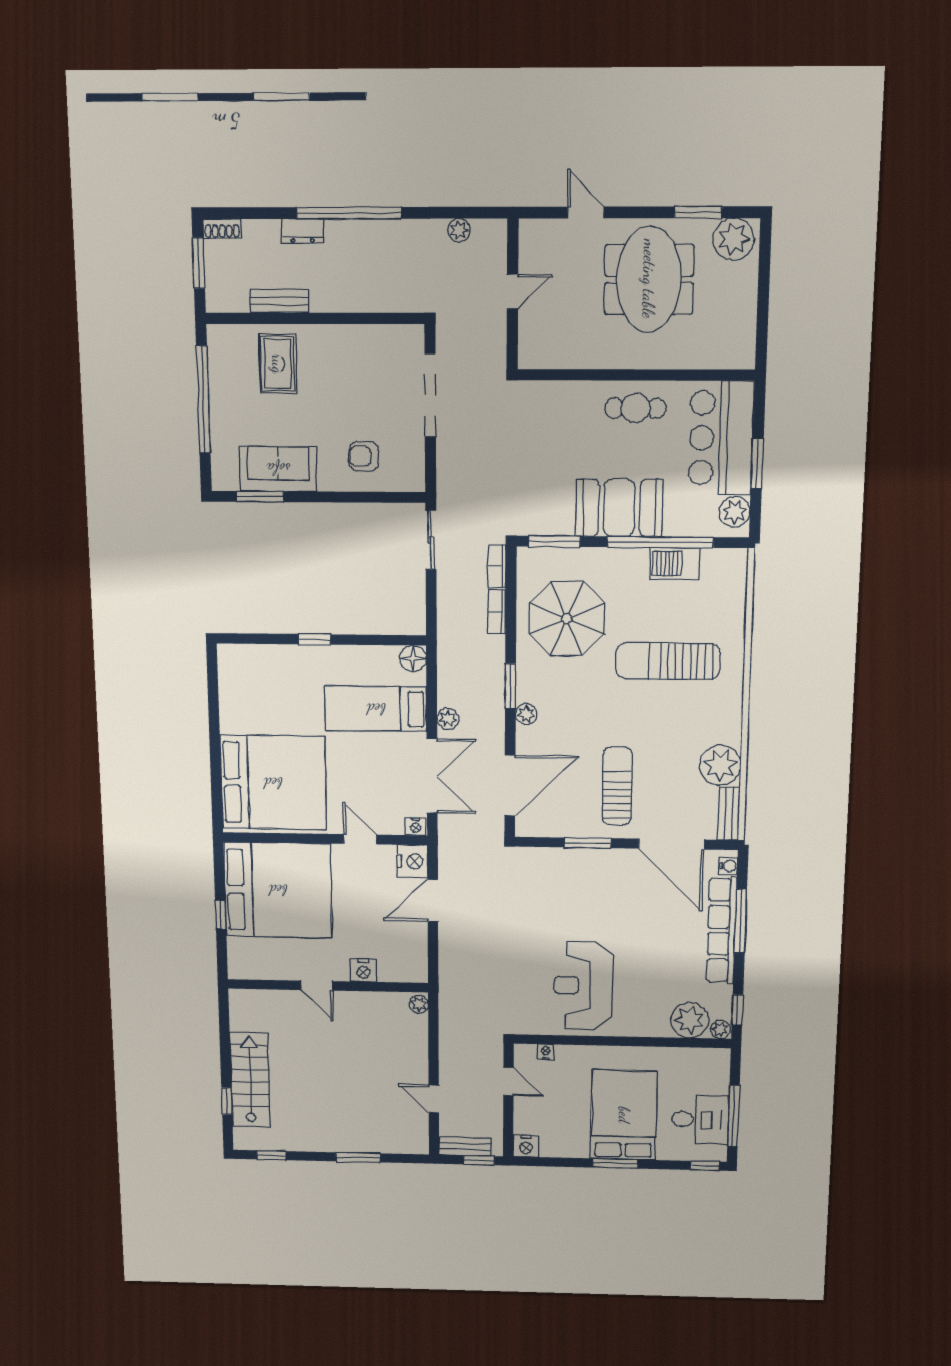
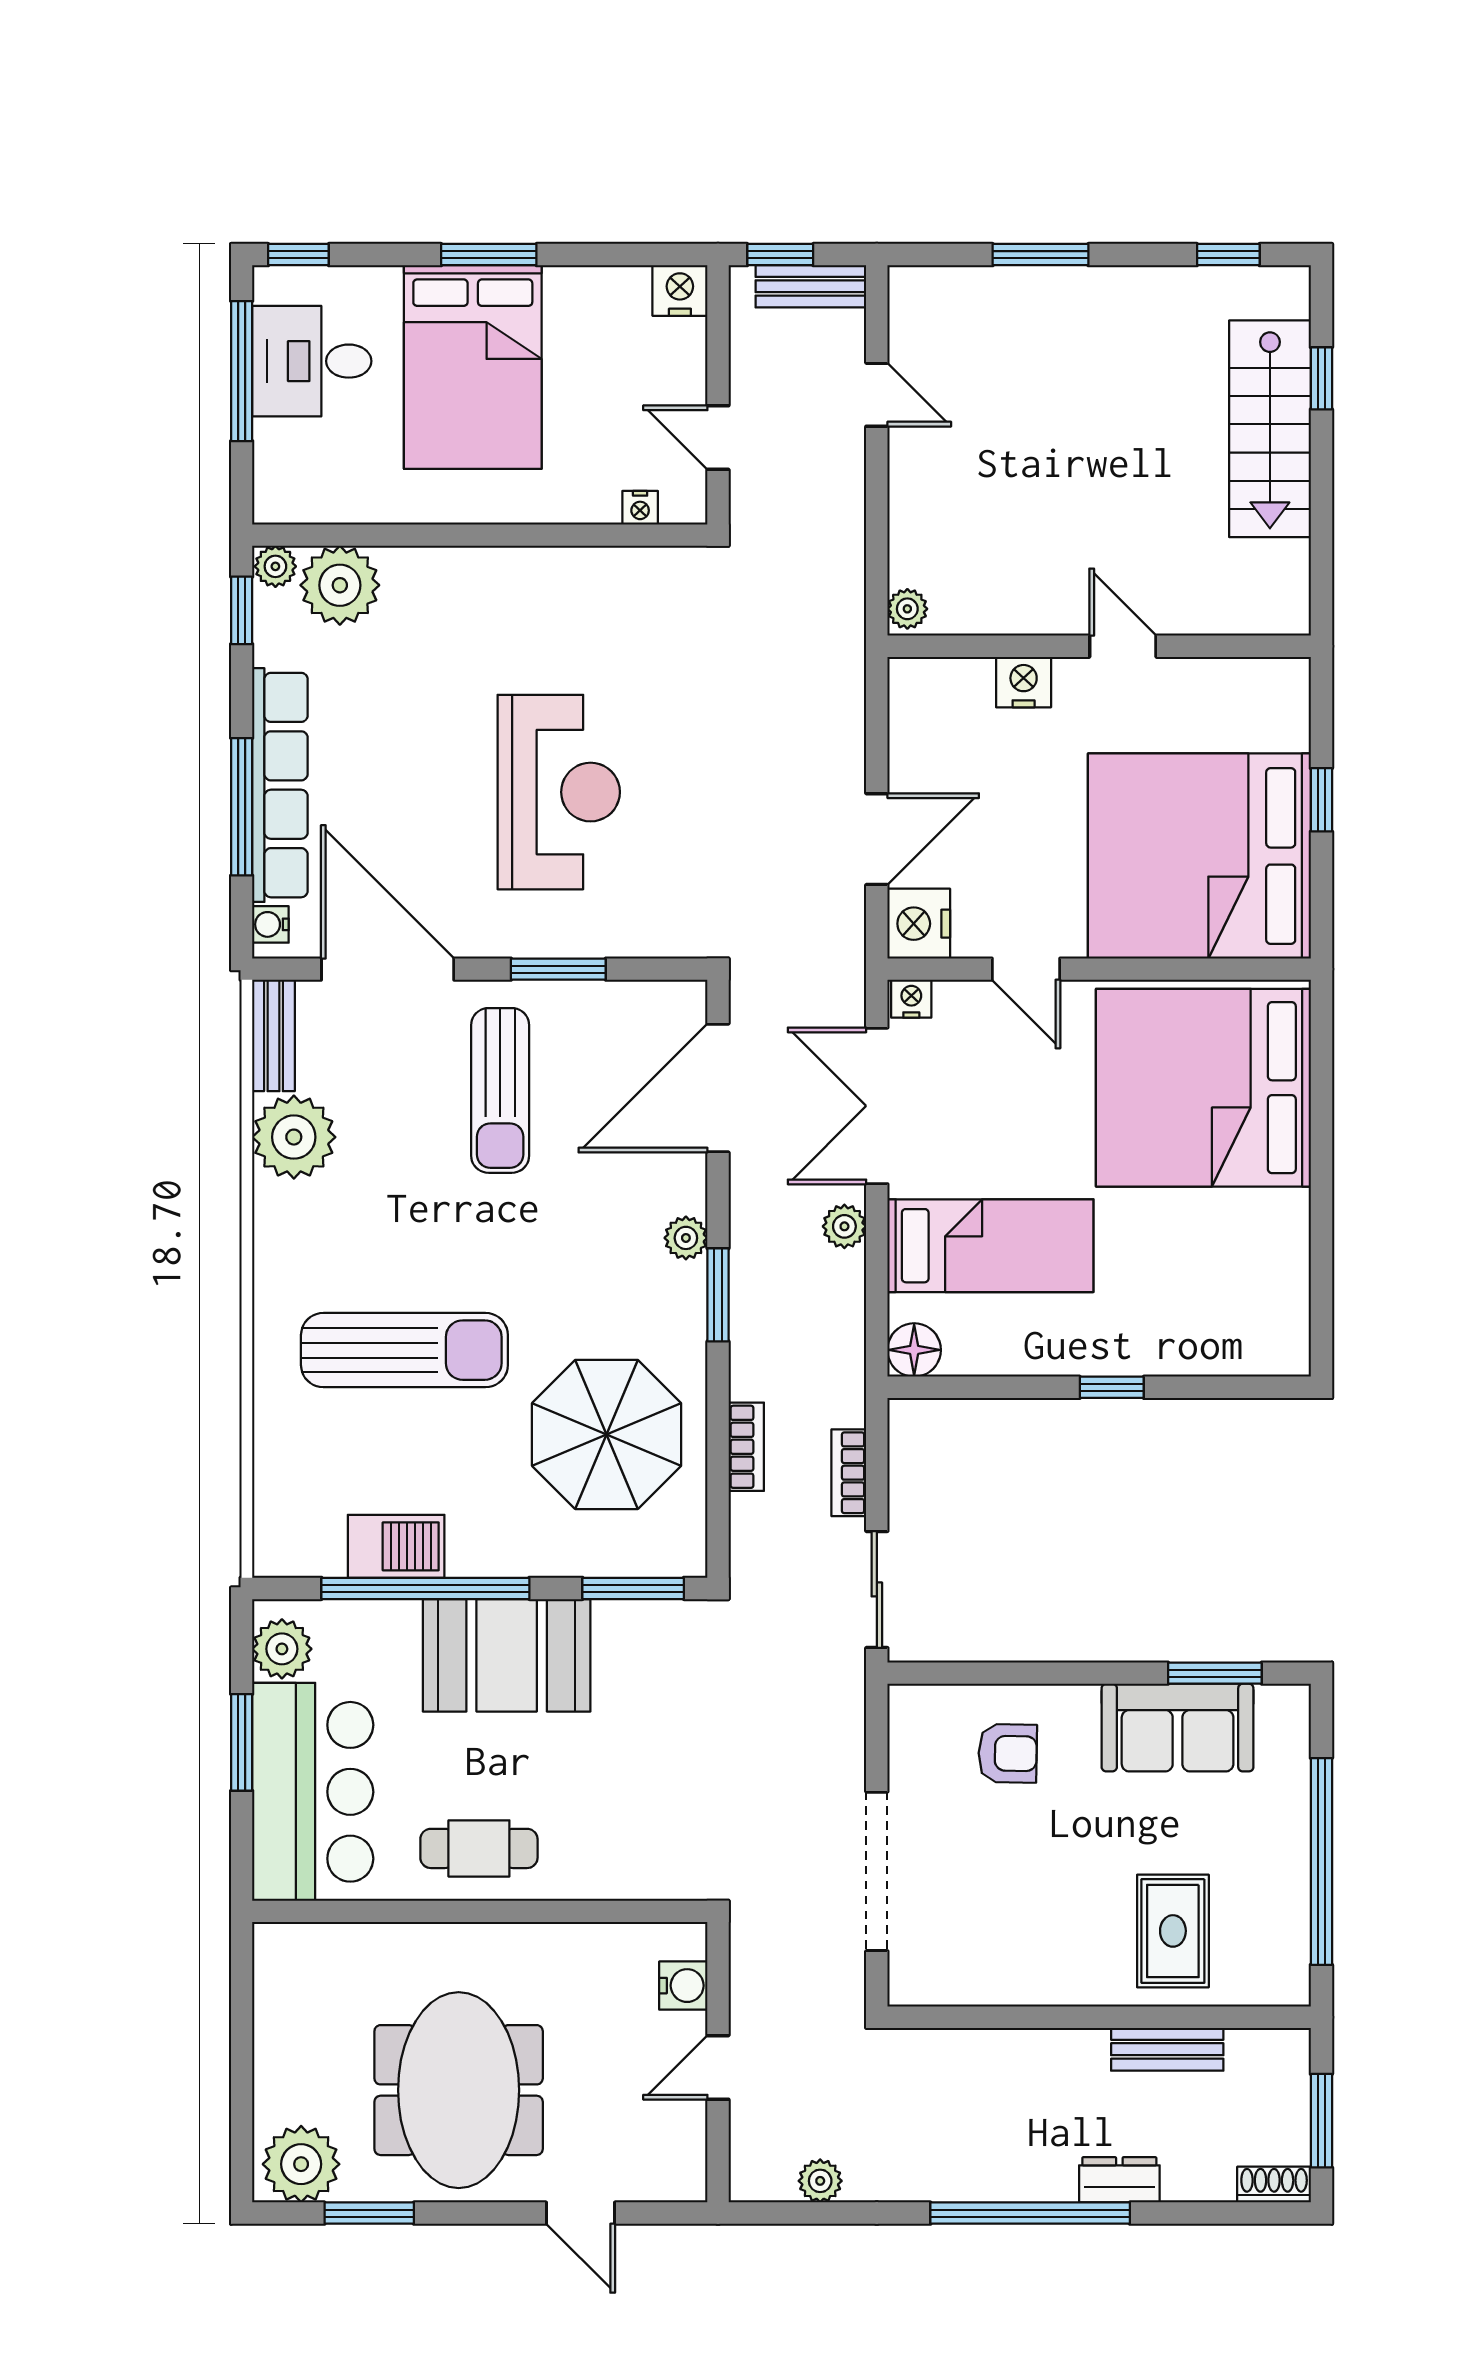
water cooler: (530, 335) -> (683, 1986), added
bookcase: (497, 566) -> (849, 1473), moved, turned 180
reception desk: (583, 985) -> (559, 792), moved

